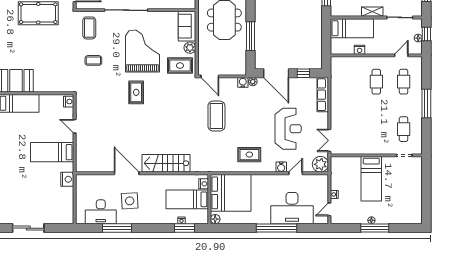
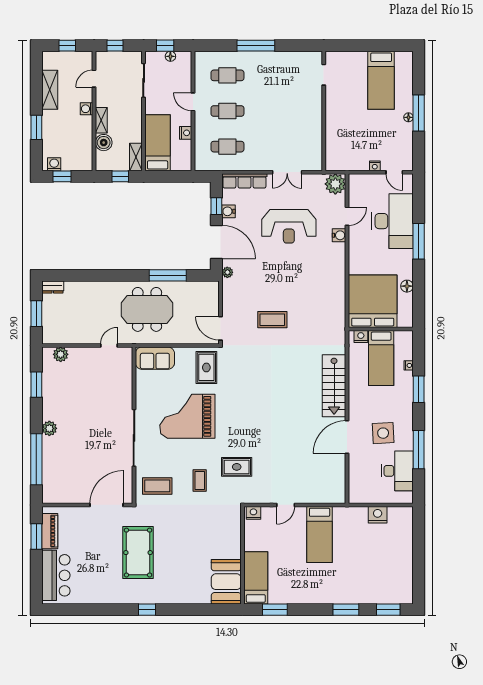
shelving: (372, 12) -> (136, 157), moved
plant: (190, 48) -> (183, 354), removed
door: (401, 55) -> (193, 102), moved
door: (276, 73) -> (216, 242), hinge flipped
door: (210, 76) -> (221, 328), swing flipped
water cooler: (243, 82) -> (228, 211), moved
rug: (136, 92) -> (237, 467), moved
coffee table: (216, 116) -> (272, 320), width x0.73, depth x0.76
reception desk: (288, 129) -> (289, 226), turned 180
cafe table: (404, 129) -> (227, 147), moved
double door: (329, 140) -> (287, 172), moved
rug: (249, 155) -> (323, 277), removed
door: (296, 173) -> (347, 216), swing flipped
nightstand: (67, 179) -> (378, 515), moved
bed: (371, 179) -> (381, 80), moved, turned 90
floor lamp: (215, 219) -> (407, 286), moved
sliding door: (28, 228) -> (419, 566), removed
window: (184, 228) -> (419, 389), moved
window: (277, 228) -> (419, 241), width x0.68

